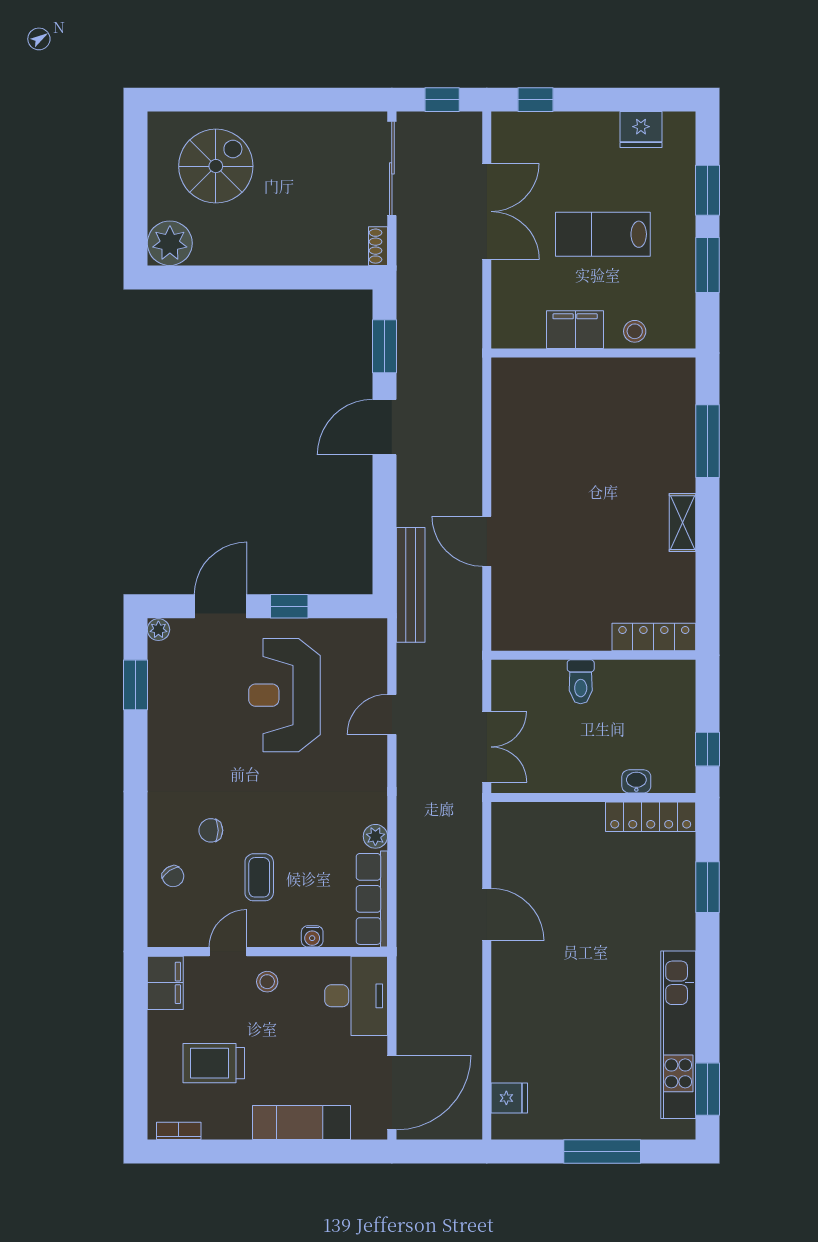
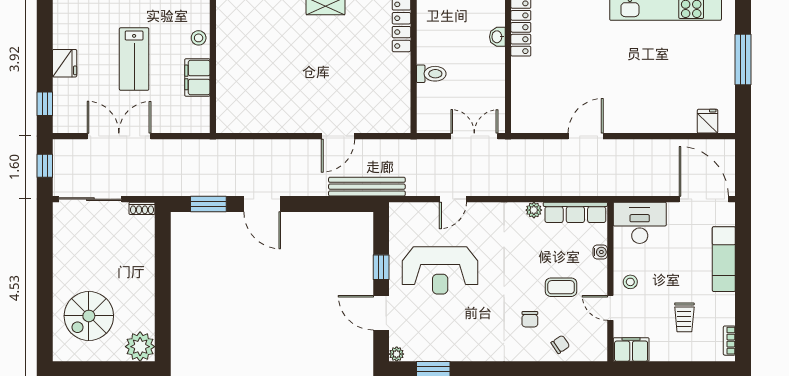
fridge: (641, 129) -> (65, 63), moved
spiral stairs: (216, 166) -> (89, 316), turned -90
door: (392, 714) -> (453, 199), hinge flipped
trolley: (214, 1063) -> (684, 317), width x0.73, depth x0.72

